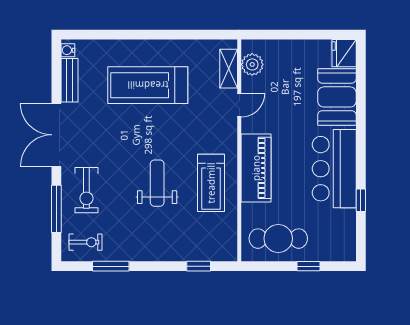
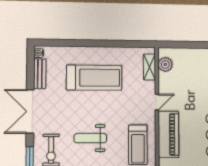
treadmill: (148, 85) -> (94, 78), turned 180
door: (239, 105) -> (157, 102), moved
weight bench: (157, 183) -> (90, 138), moved, turned -90

